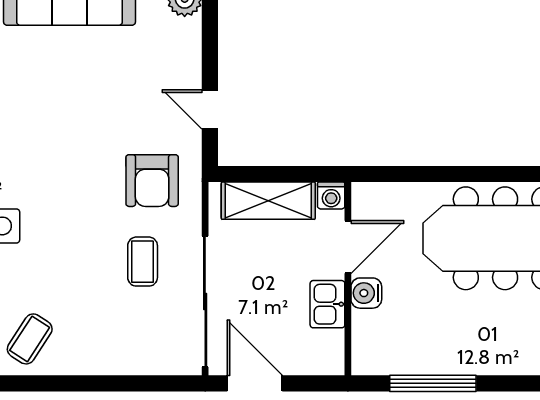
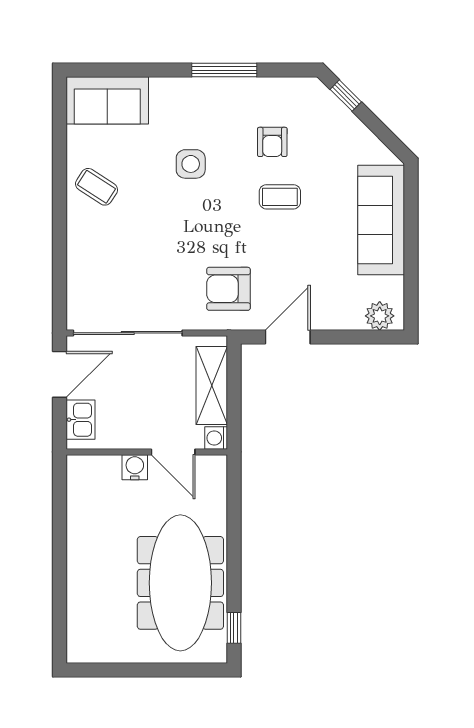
door: (210, 109) -> (288, 337), width x1.38
coffee table: (143, 262) -> (280, 197), moved
kitchen sink: (327, 304) -> (80, 420), moved, turned 90
window: (433, 383) -> (60, 523), removed

